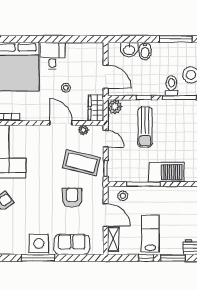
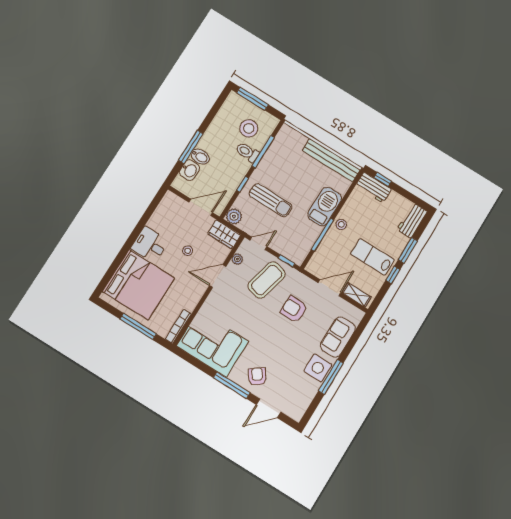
window: (176, 39) -> (191, 147), moved
stool: (123, 196) -> (341, 224), moved

